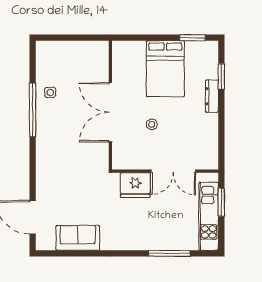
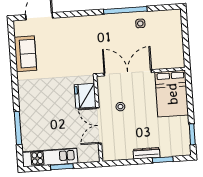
bed: (165, 69) -> (172, 94), moved, turned -90
wall: (165, 171) -> (98, 119), moved
double door: (173, 171) -> (99, 125), moved
fridge: (135, 185) -> (85, 96), moved

